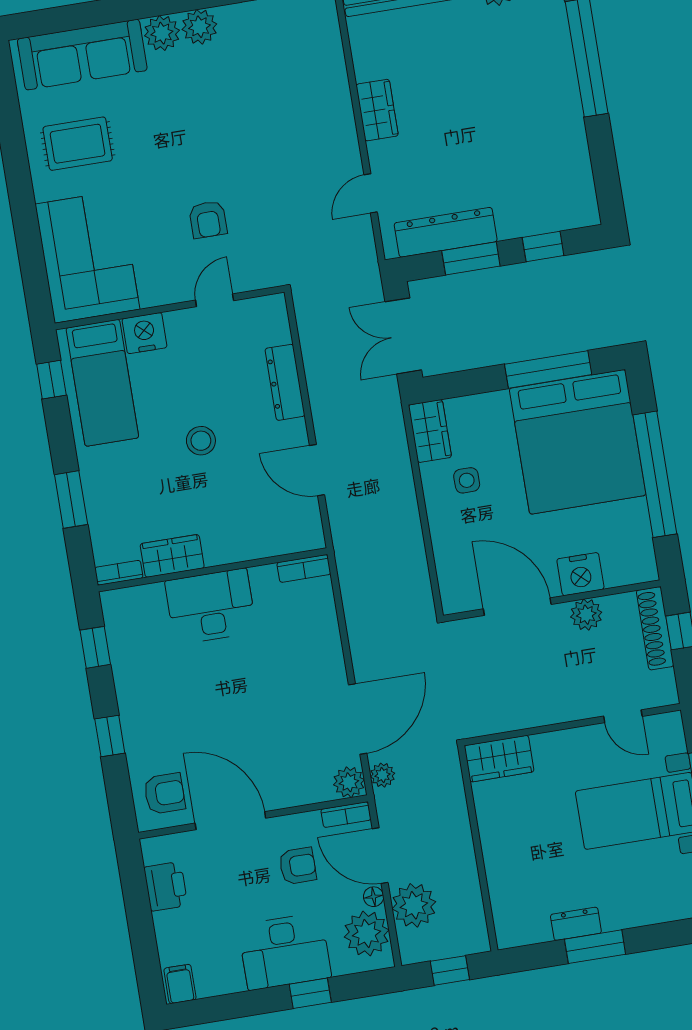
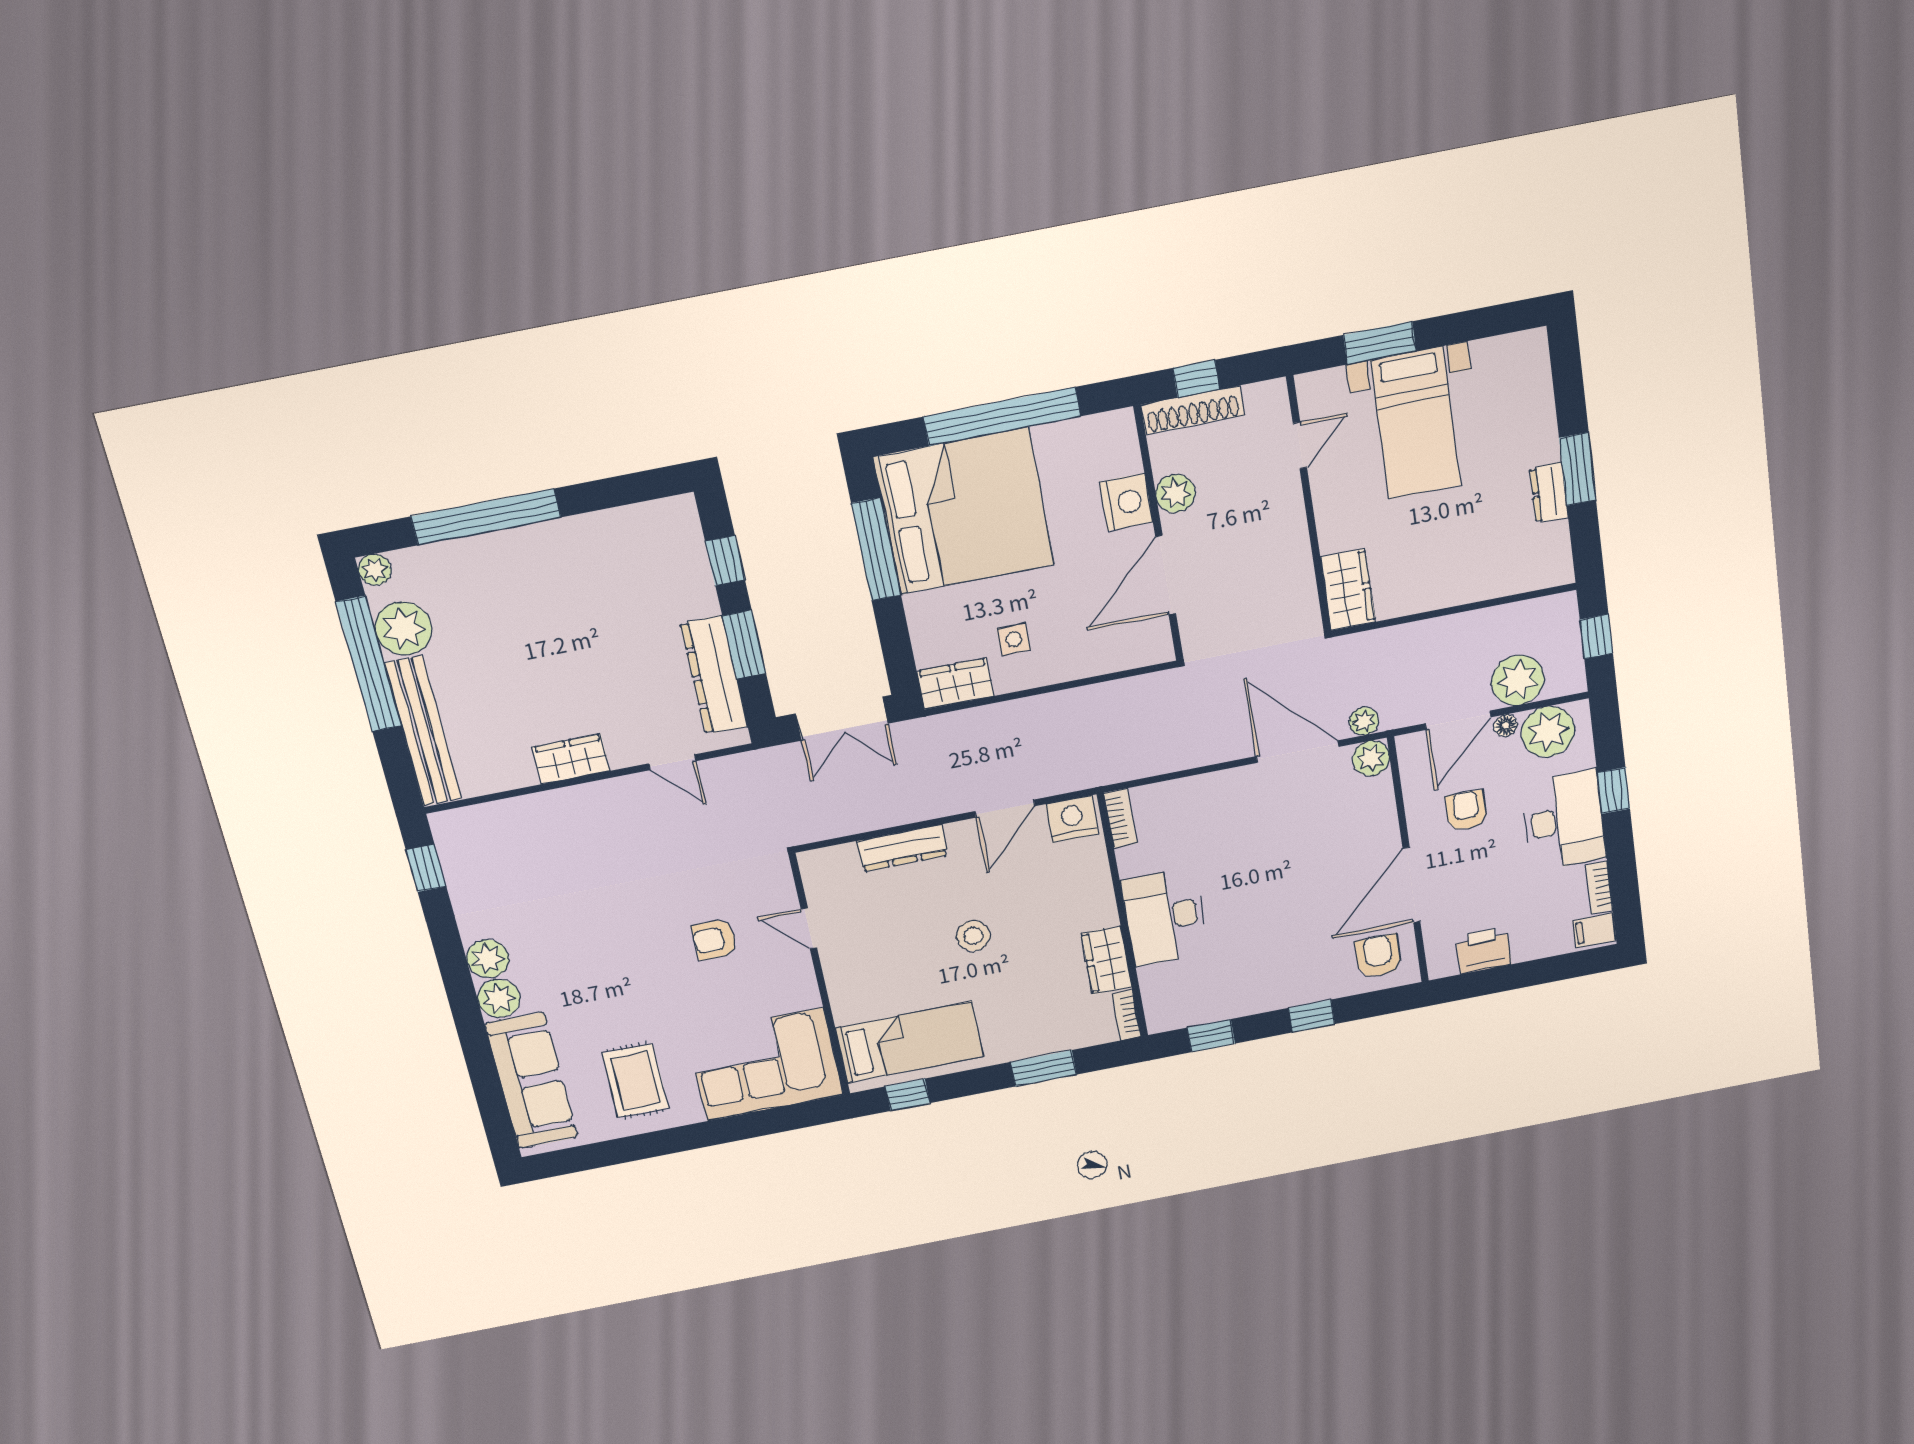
armchair: (208, 220) -> (714, 939), turned 180
nightstand: (144, 333) -> (1072, 819), moved, turned 90
bookcase: (346, 815) -> (1599, 887), moved, turned 180

